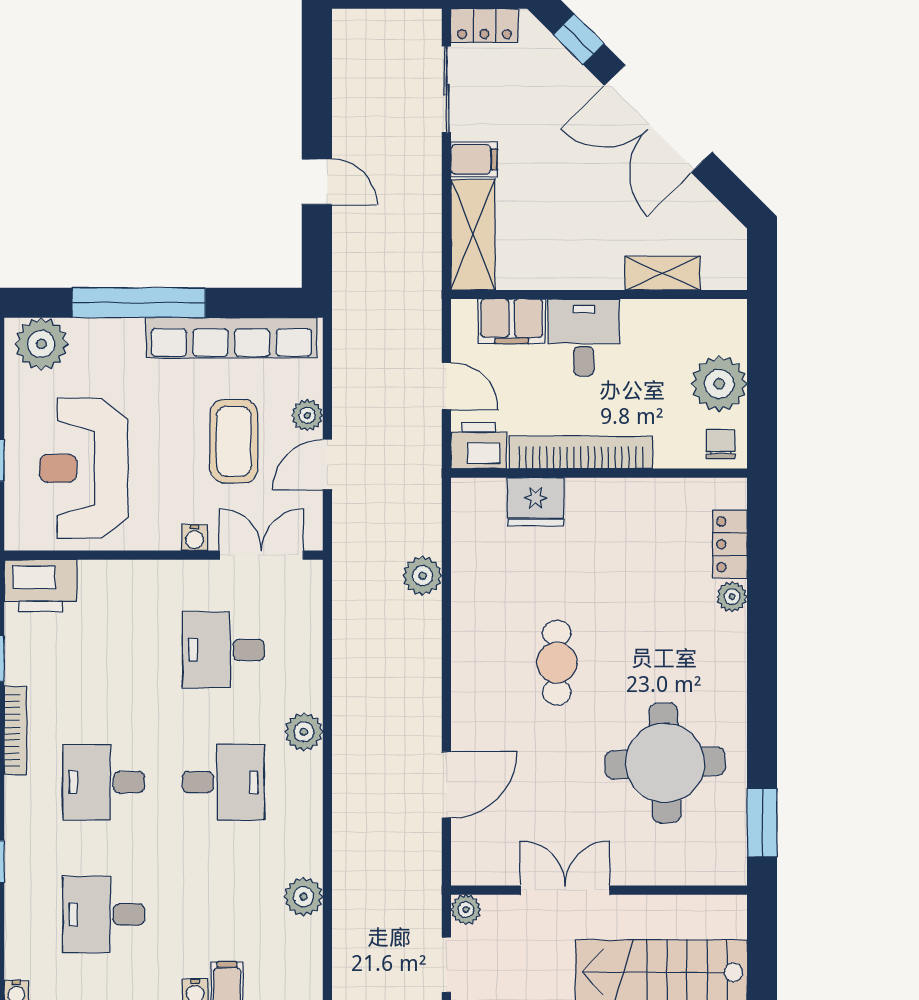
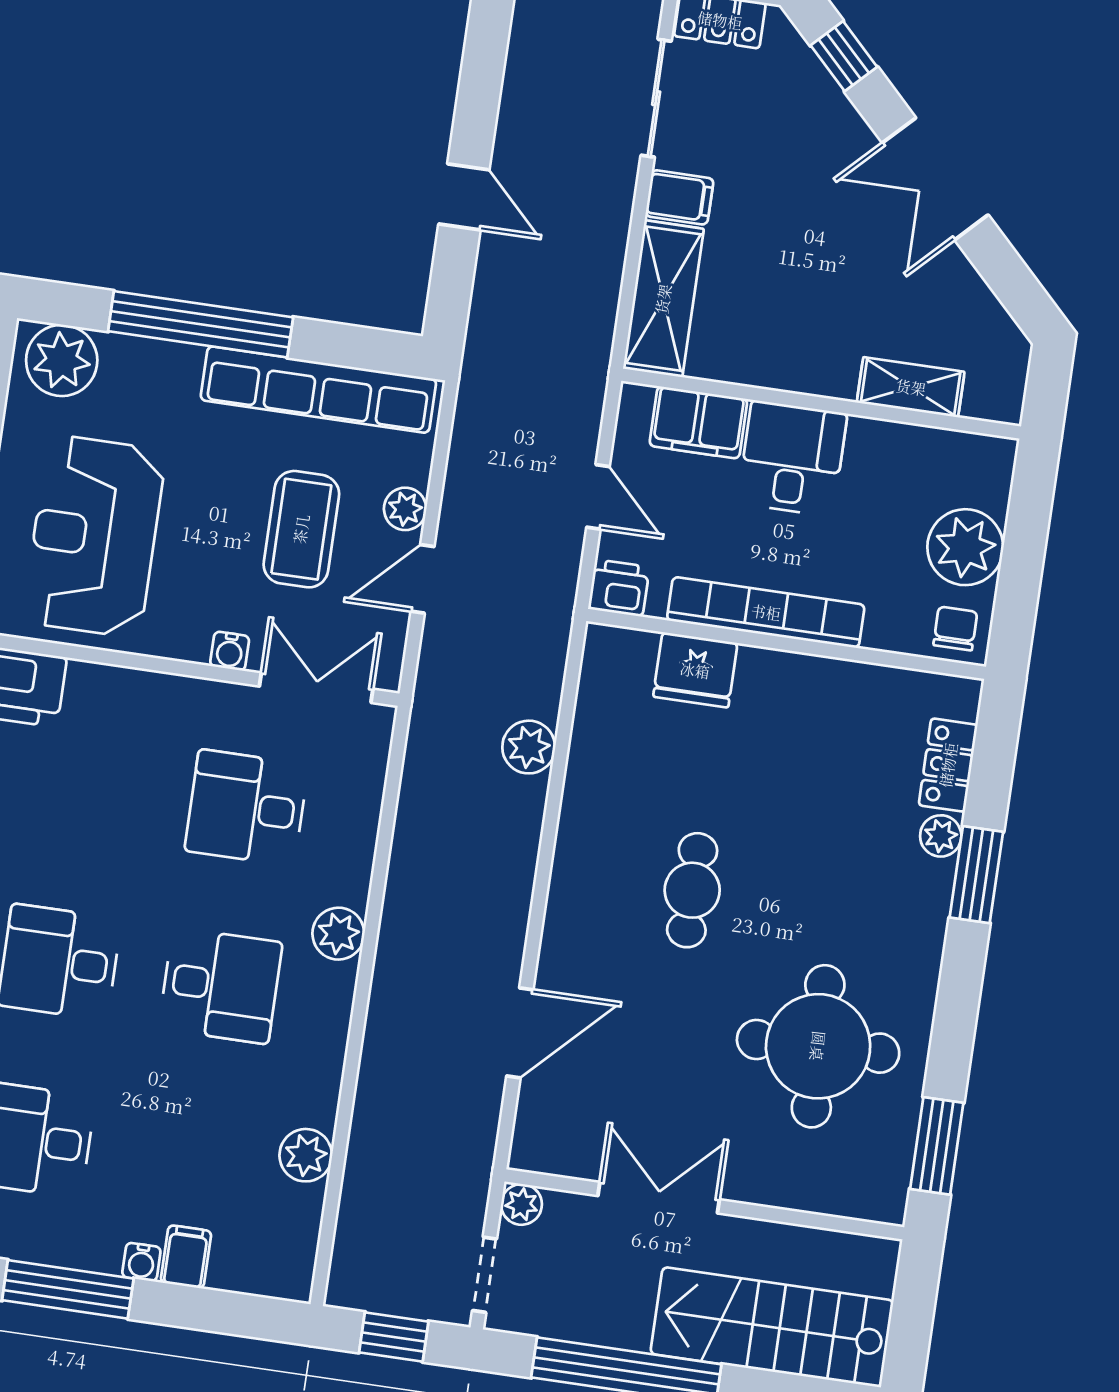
double door: (658, 119) -> (935, 179), width x0.73
printer: (479, 446) -> (619, 588), width x0.73, depth x0.81
window: (762, 621) -> (976, 875), added

